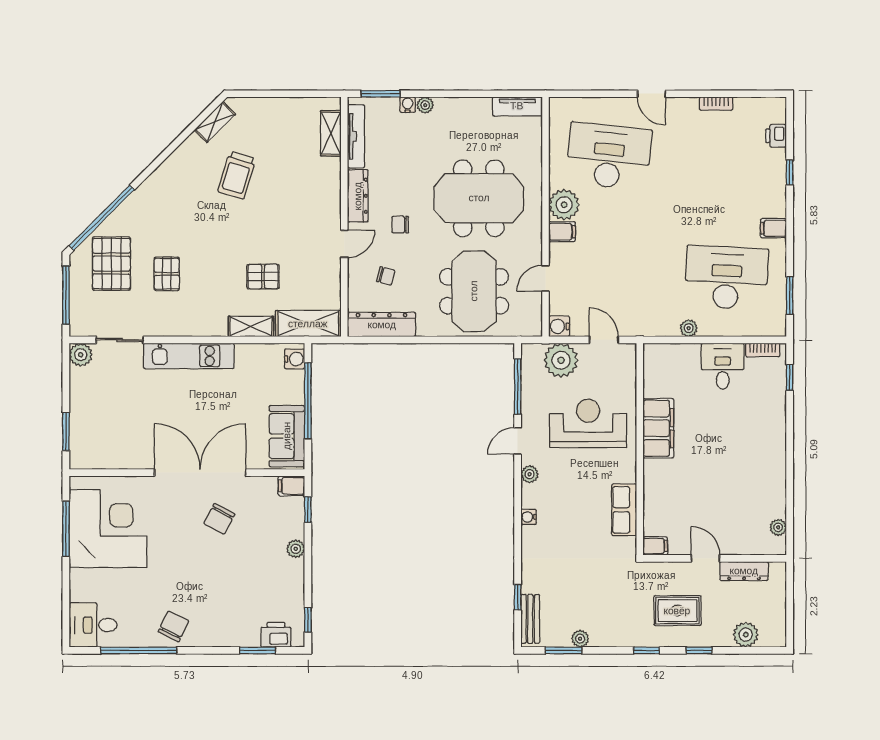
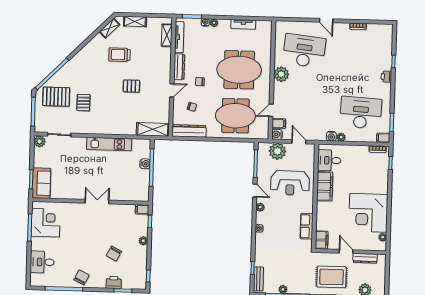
tv unit: (517, 106) -> (243, 24), moved
printer: (776, 136) -> (386, 77), moved
trolley: (237, 175) -> (120, 55), turned 73
filing cabinet: (773, 228) -> (383, 138), moved
filing cabinet: (562, 232) -> (279, 124), moved
pallet: (111, 264) -> (56, 97), turned 90
pallet: (263, 277) -> (131, 86), moved
meeting table: (474, 291) -> (235, 116), turned 90
shelving: (251, 326) -> (135, 21), moved
water cooler: (669, 327) -> (331, 136), added
kitchen unit: (189, 356) -> (109, 144), moved
water cooler: (295, 359) -> (145, 164), moved
desk: (723, 366) -> (329, 160), moved, turned -90
reception desk: (588, 423) -> (290, 183), turned 180
sofa: (287, 436) -> (41, 183), moved, turned 180
door: (518, 441) -> (255, 191), swing flipped
double door: (200, 473) -> (97, 202), width x0.54
corner desk: (748, 479) -> (368, 213), added
chair: (219, 519) -> (114, 254), moved
corner desk: (108, 528) -> (46, 223), width x0.74, depth x0.74
filing cabinet: (655, 546) -> (322, 240), width x2.00
rug: (677, 611) -> (331, 277), width x1.36, depth x1.43
desk: (93, 625) -> (42, 262), moved
printer: (276, 635) -> (114, 282), moved

